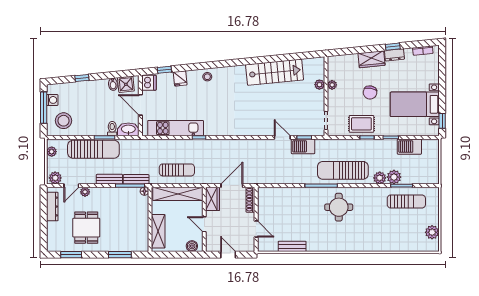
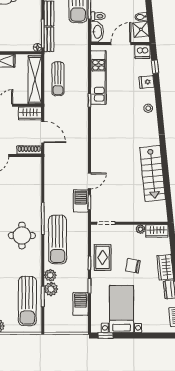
wardrobe: (334, 68) -> (157, 231), added
plant: (319, 85) -> (141, 217), removed
sun lounger: (343, 170) -> (58, 240), turned 180
sun lounger: (406, 202) -> (27, 301), width x1.36, depth x1.34

